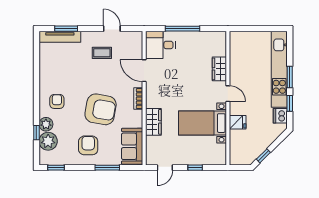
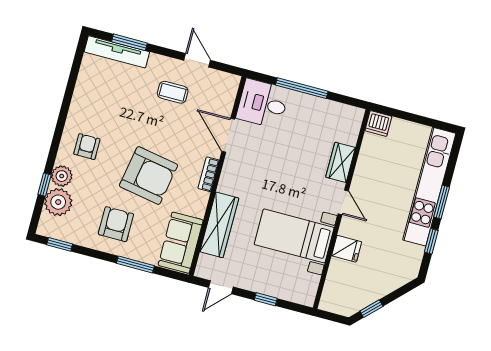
dishwasher: (280, 116) -> (378, 124), moved, turned -90
wardrobe: (153, 122) -> (219, 225), width x1.50

